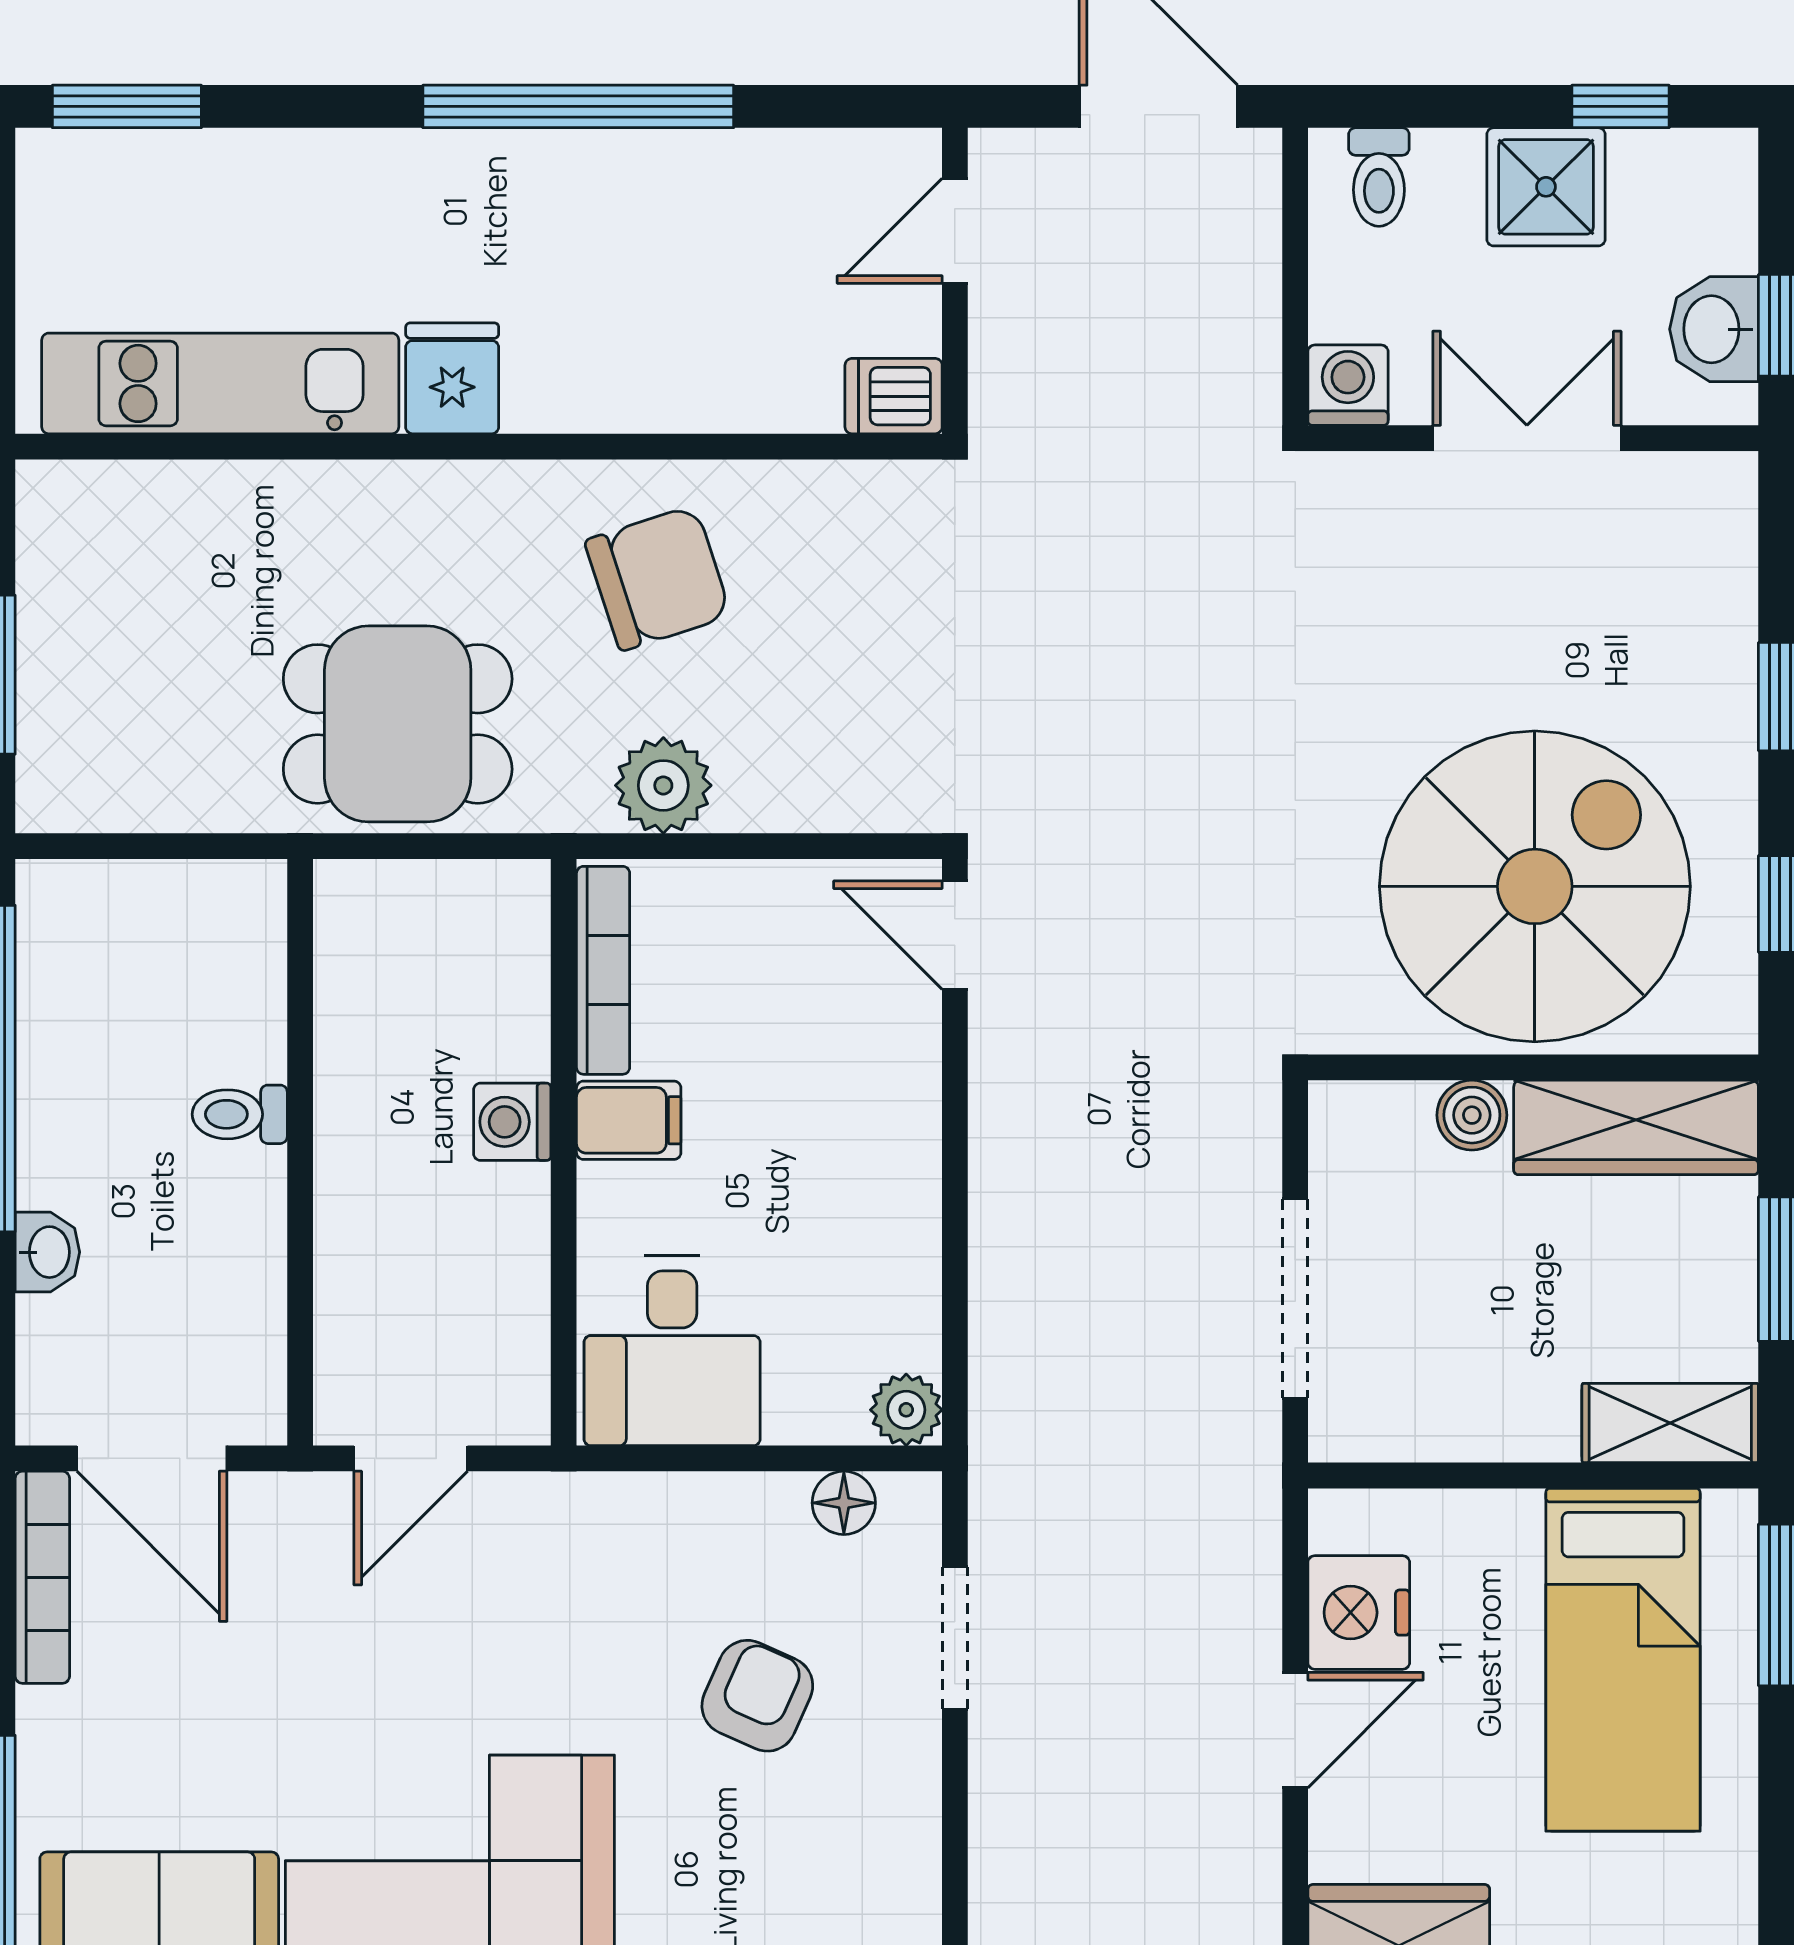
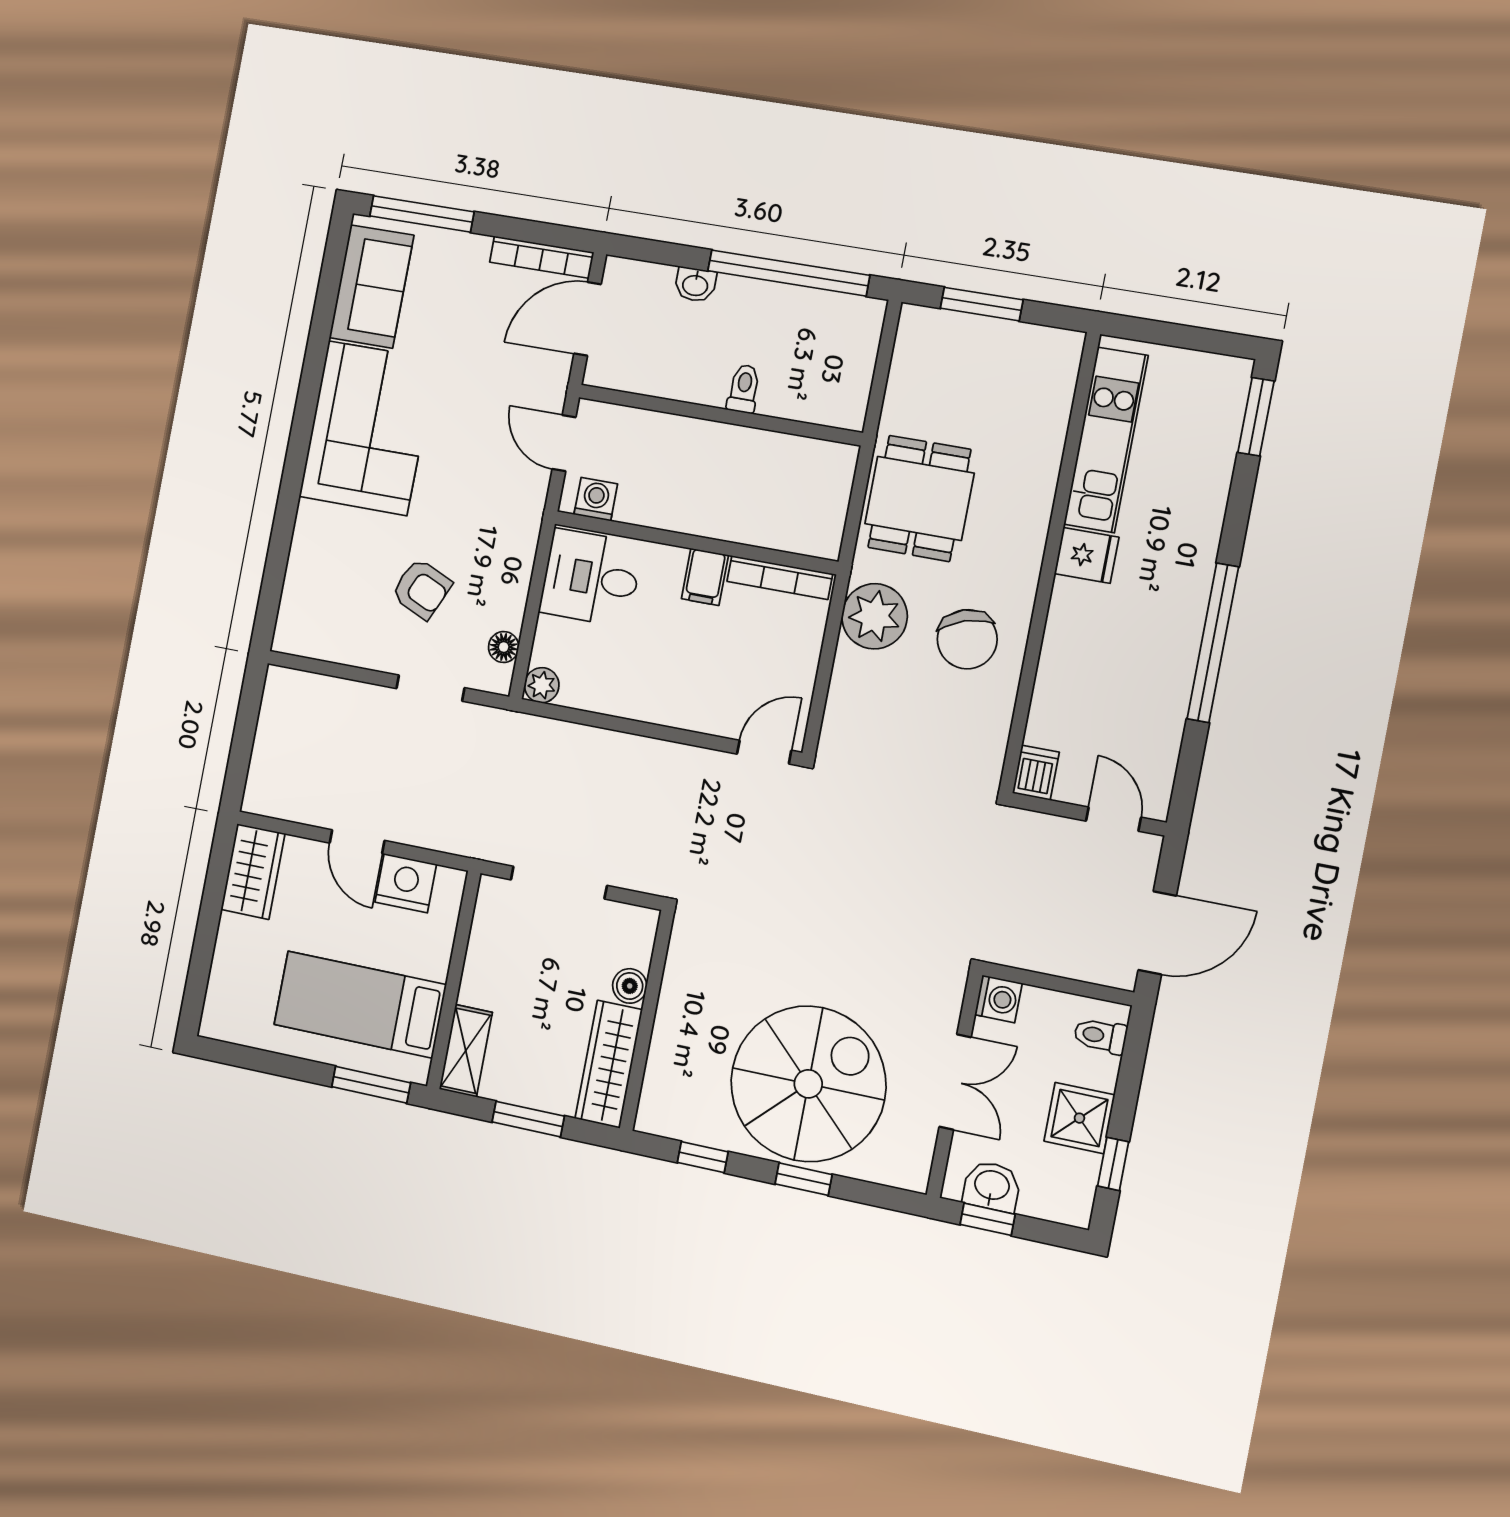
plant: (663, 785) -> (875, 616), width x1.36, depth x1.36
spiral stairs: (1535, 886) -> (808, 1084), moved, turned -90
washing machine: (512, 1122) -> (596, 499), moved

